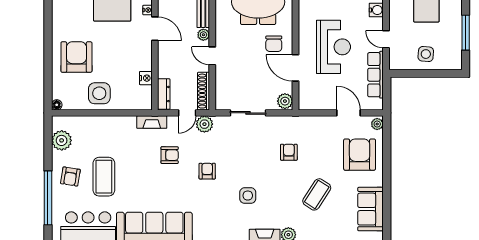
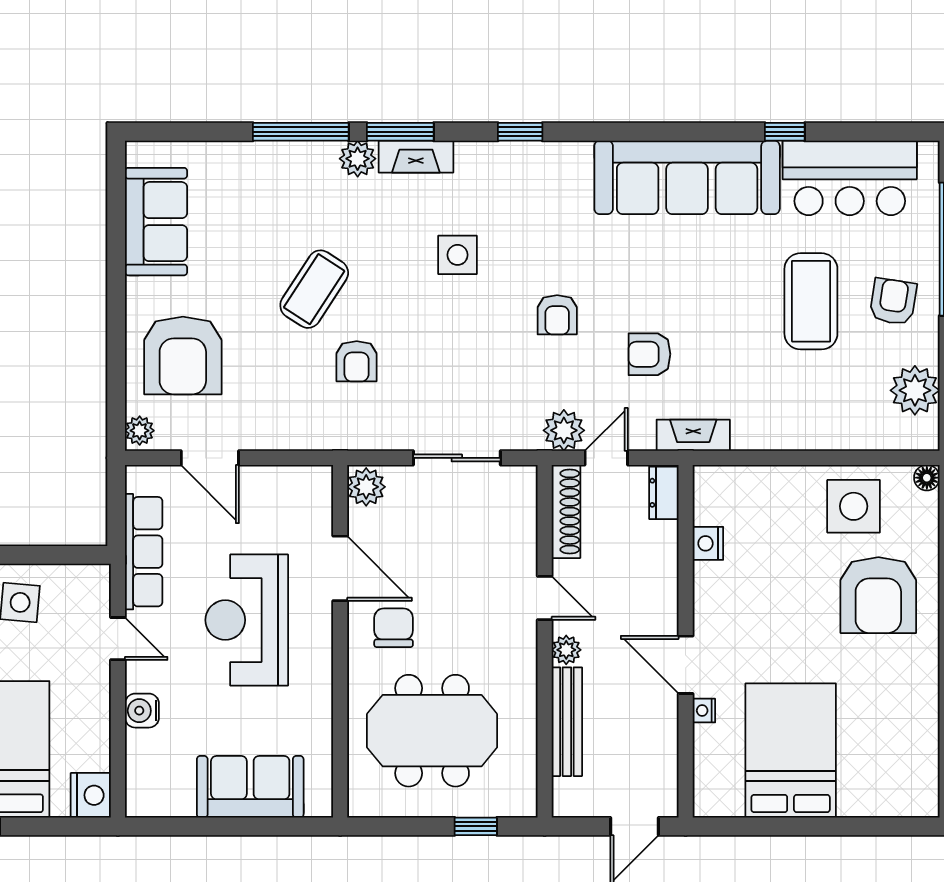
side table: (99, 93) -> (854, 506), moved
dresser: (164, 94) -> (664, 493), width x0.70
coffee table: (317, 194) -> (314, 289), moved

